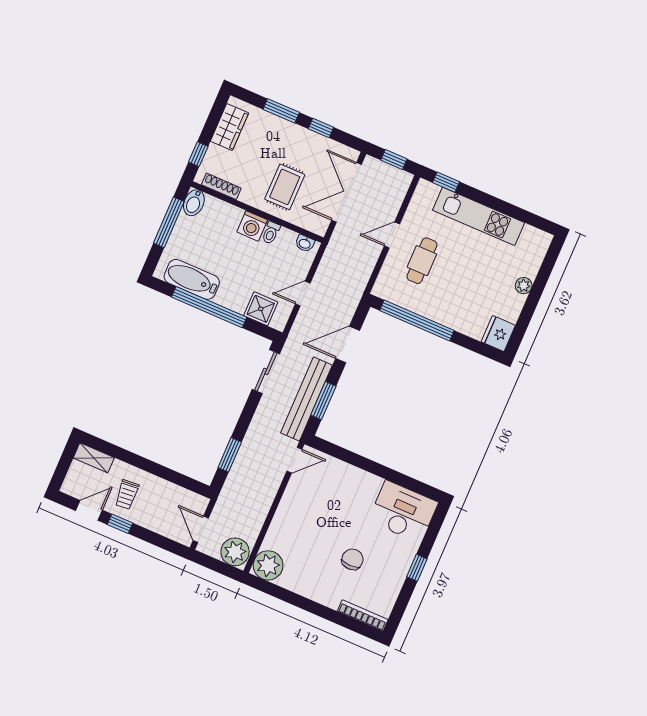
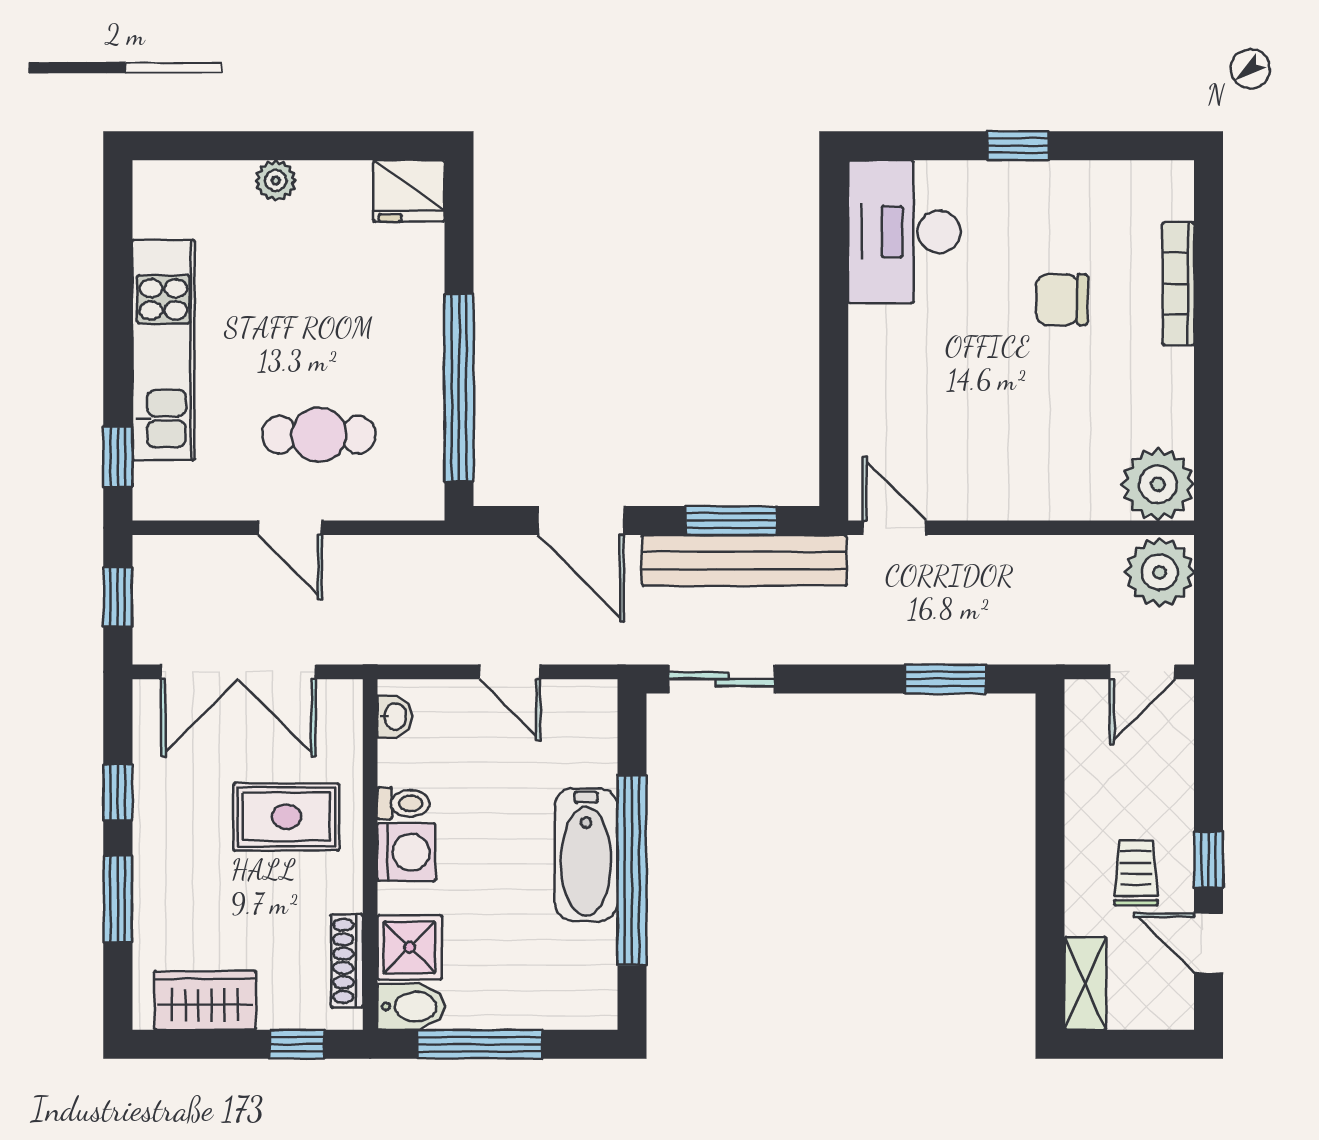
bathtub: (192, 279) -> (586, 855), moved
shower: (261, 309) -> (410, 947), moved
trolley: (127, 495) -> (1136, 873), turned -85
bookcase: (363, 615) -> (1178, 284), moved

